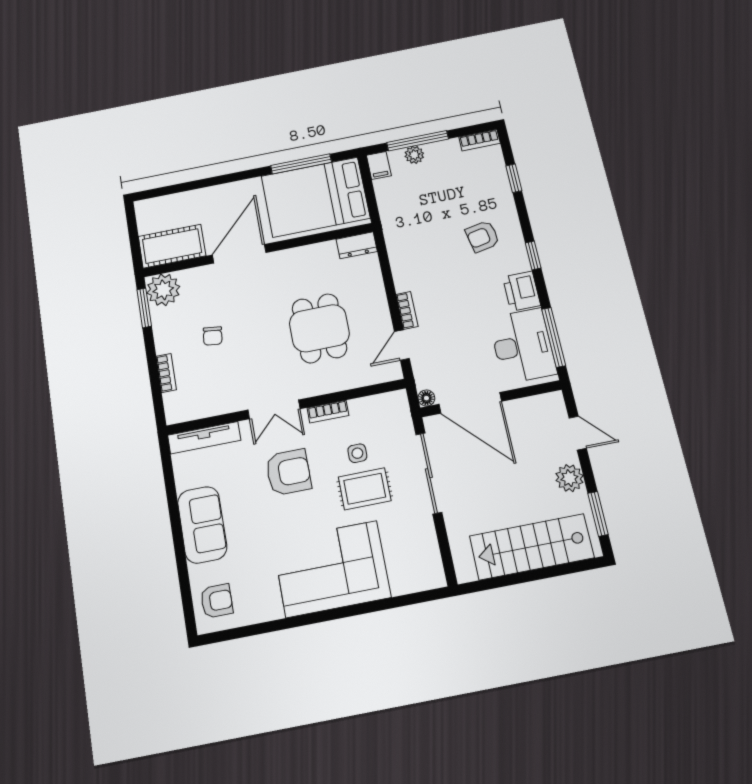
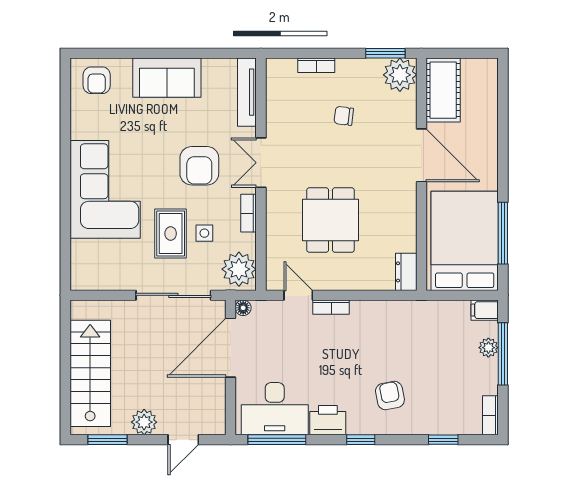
dining table: (319, 328) -> (331, 220), turned 90
plant: (388, 410) -> (239, 269), added

